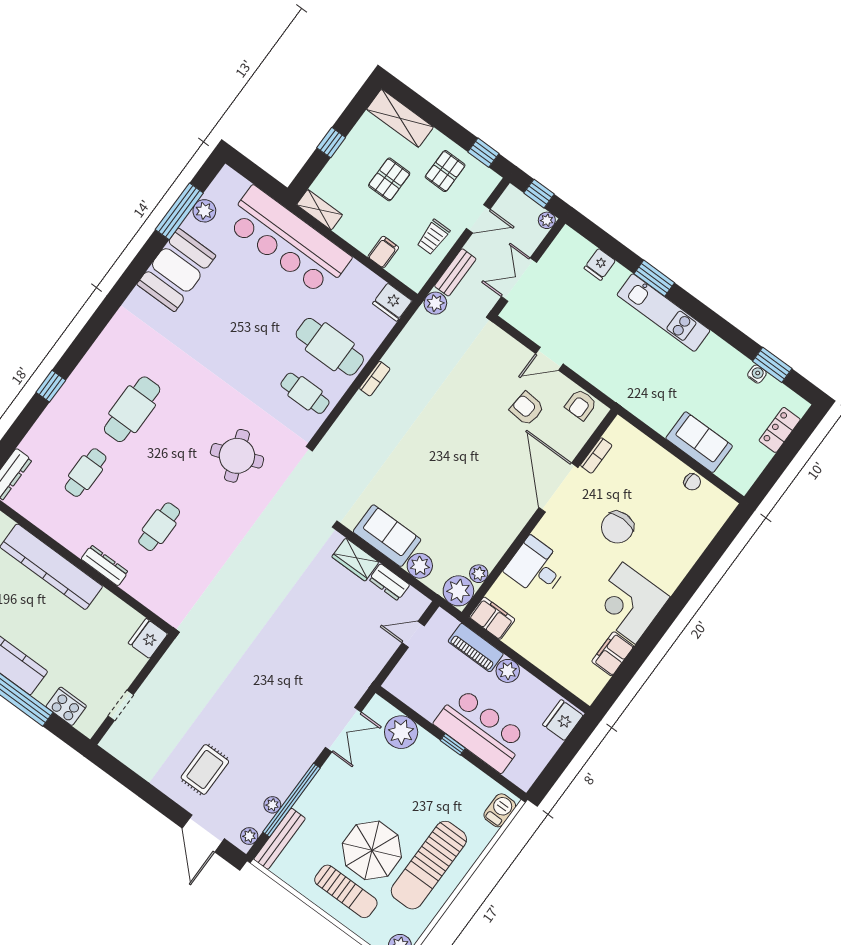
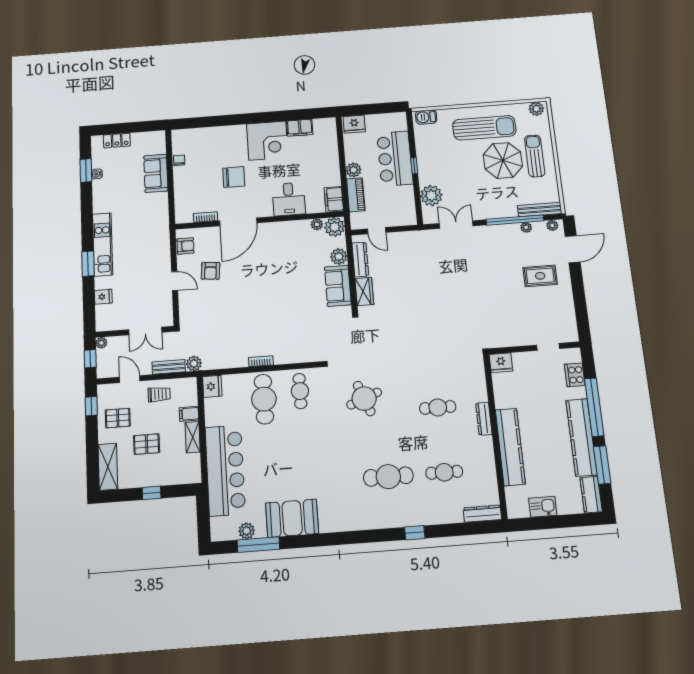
shelving: (320, 210) -> (193, 437), moved
dresser: (389, 582) -> (360, 259), width x1.44

